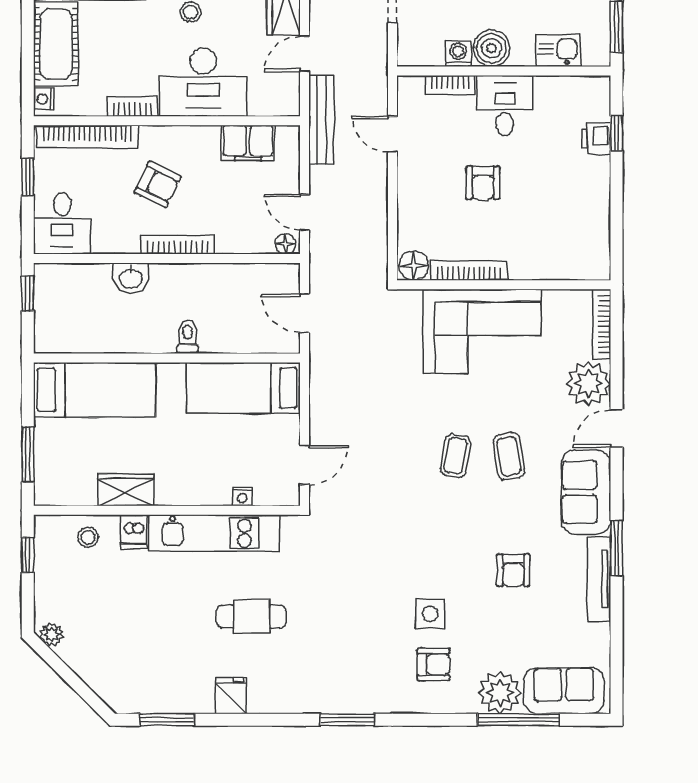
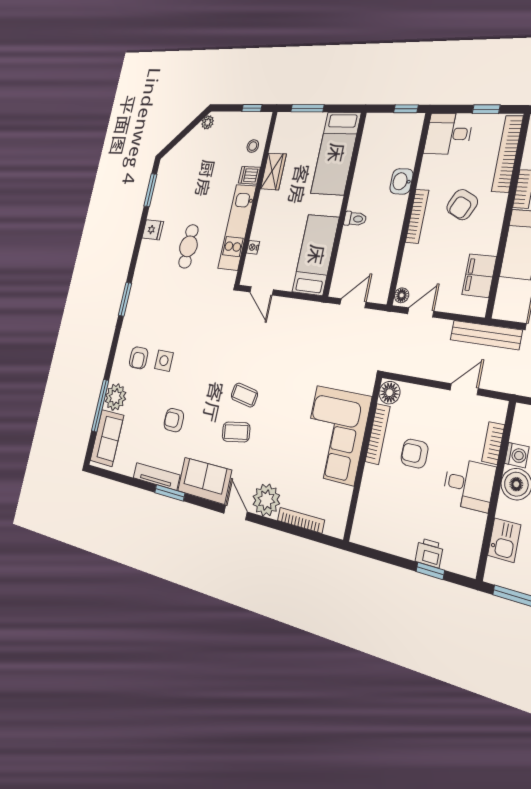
floor lamp: (414, 266) -> (389, 393), moved
bookcase: (469, 271) -> (378, 434), moved
wall: (504, 285) -> (363, 458), moved
corner sofa: (482, 331) -> (335, 435), moved

